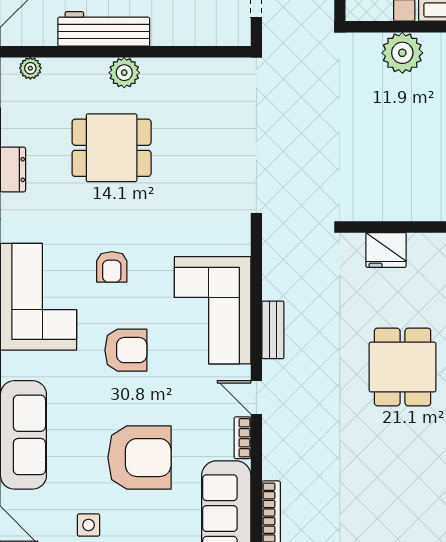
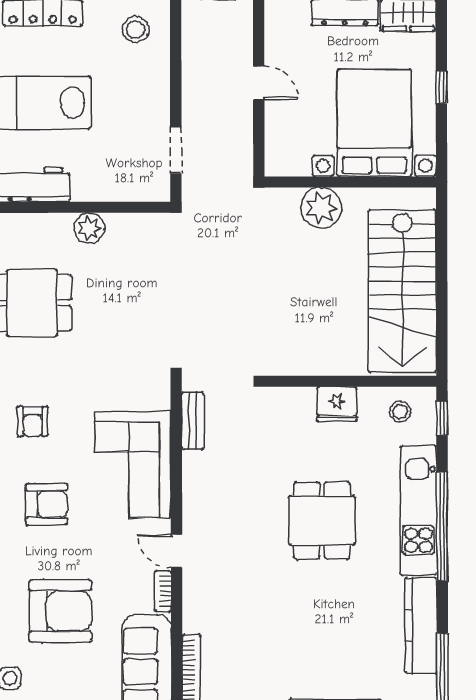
plant: (124, 73) -> (89, 228), moved
fridge: (386, 250) -> (337, 404), moved
bench: (273, 330) -> (193, 421), moved

